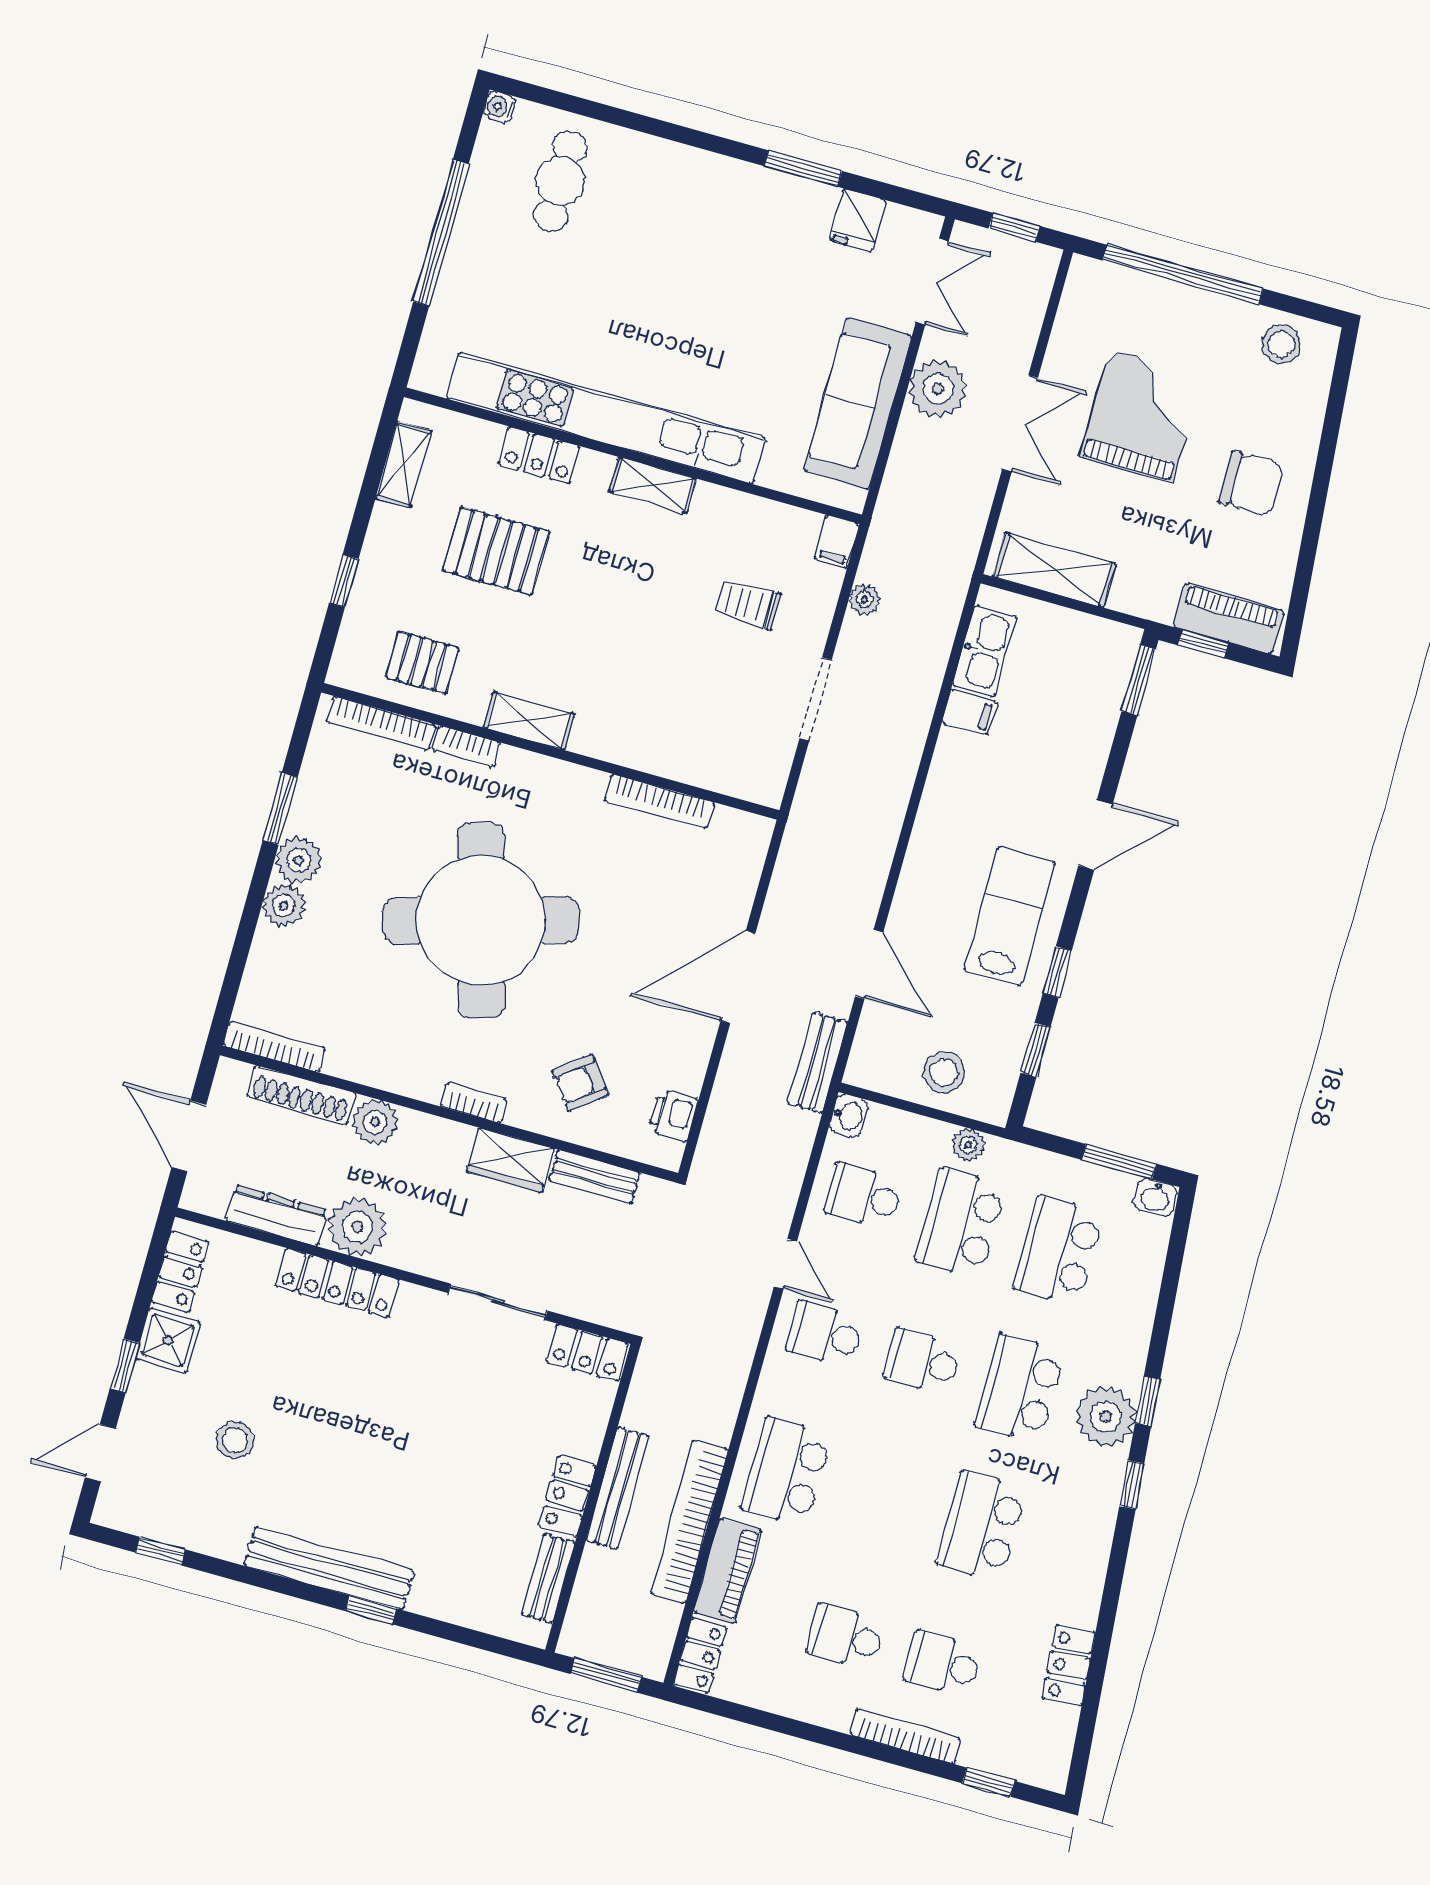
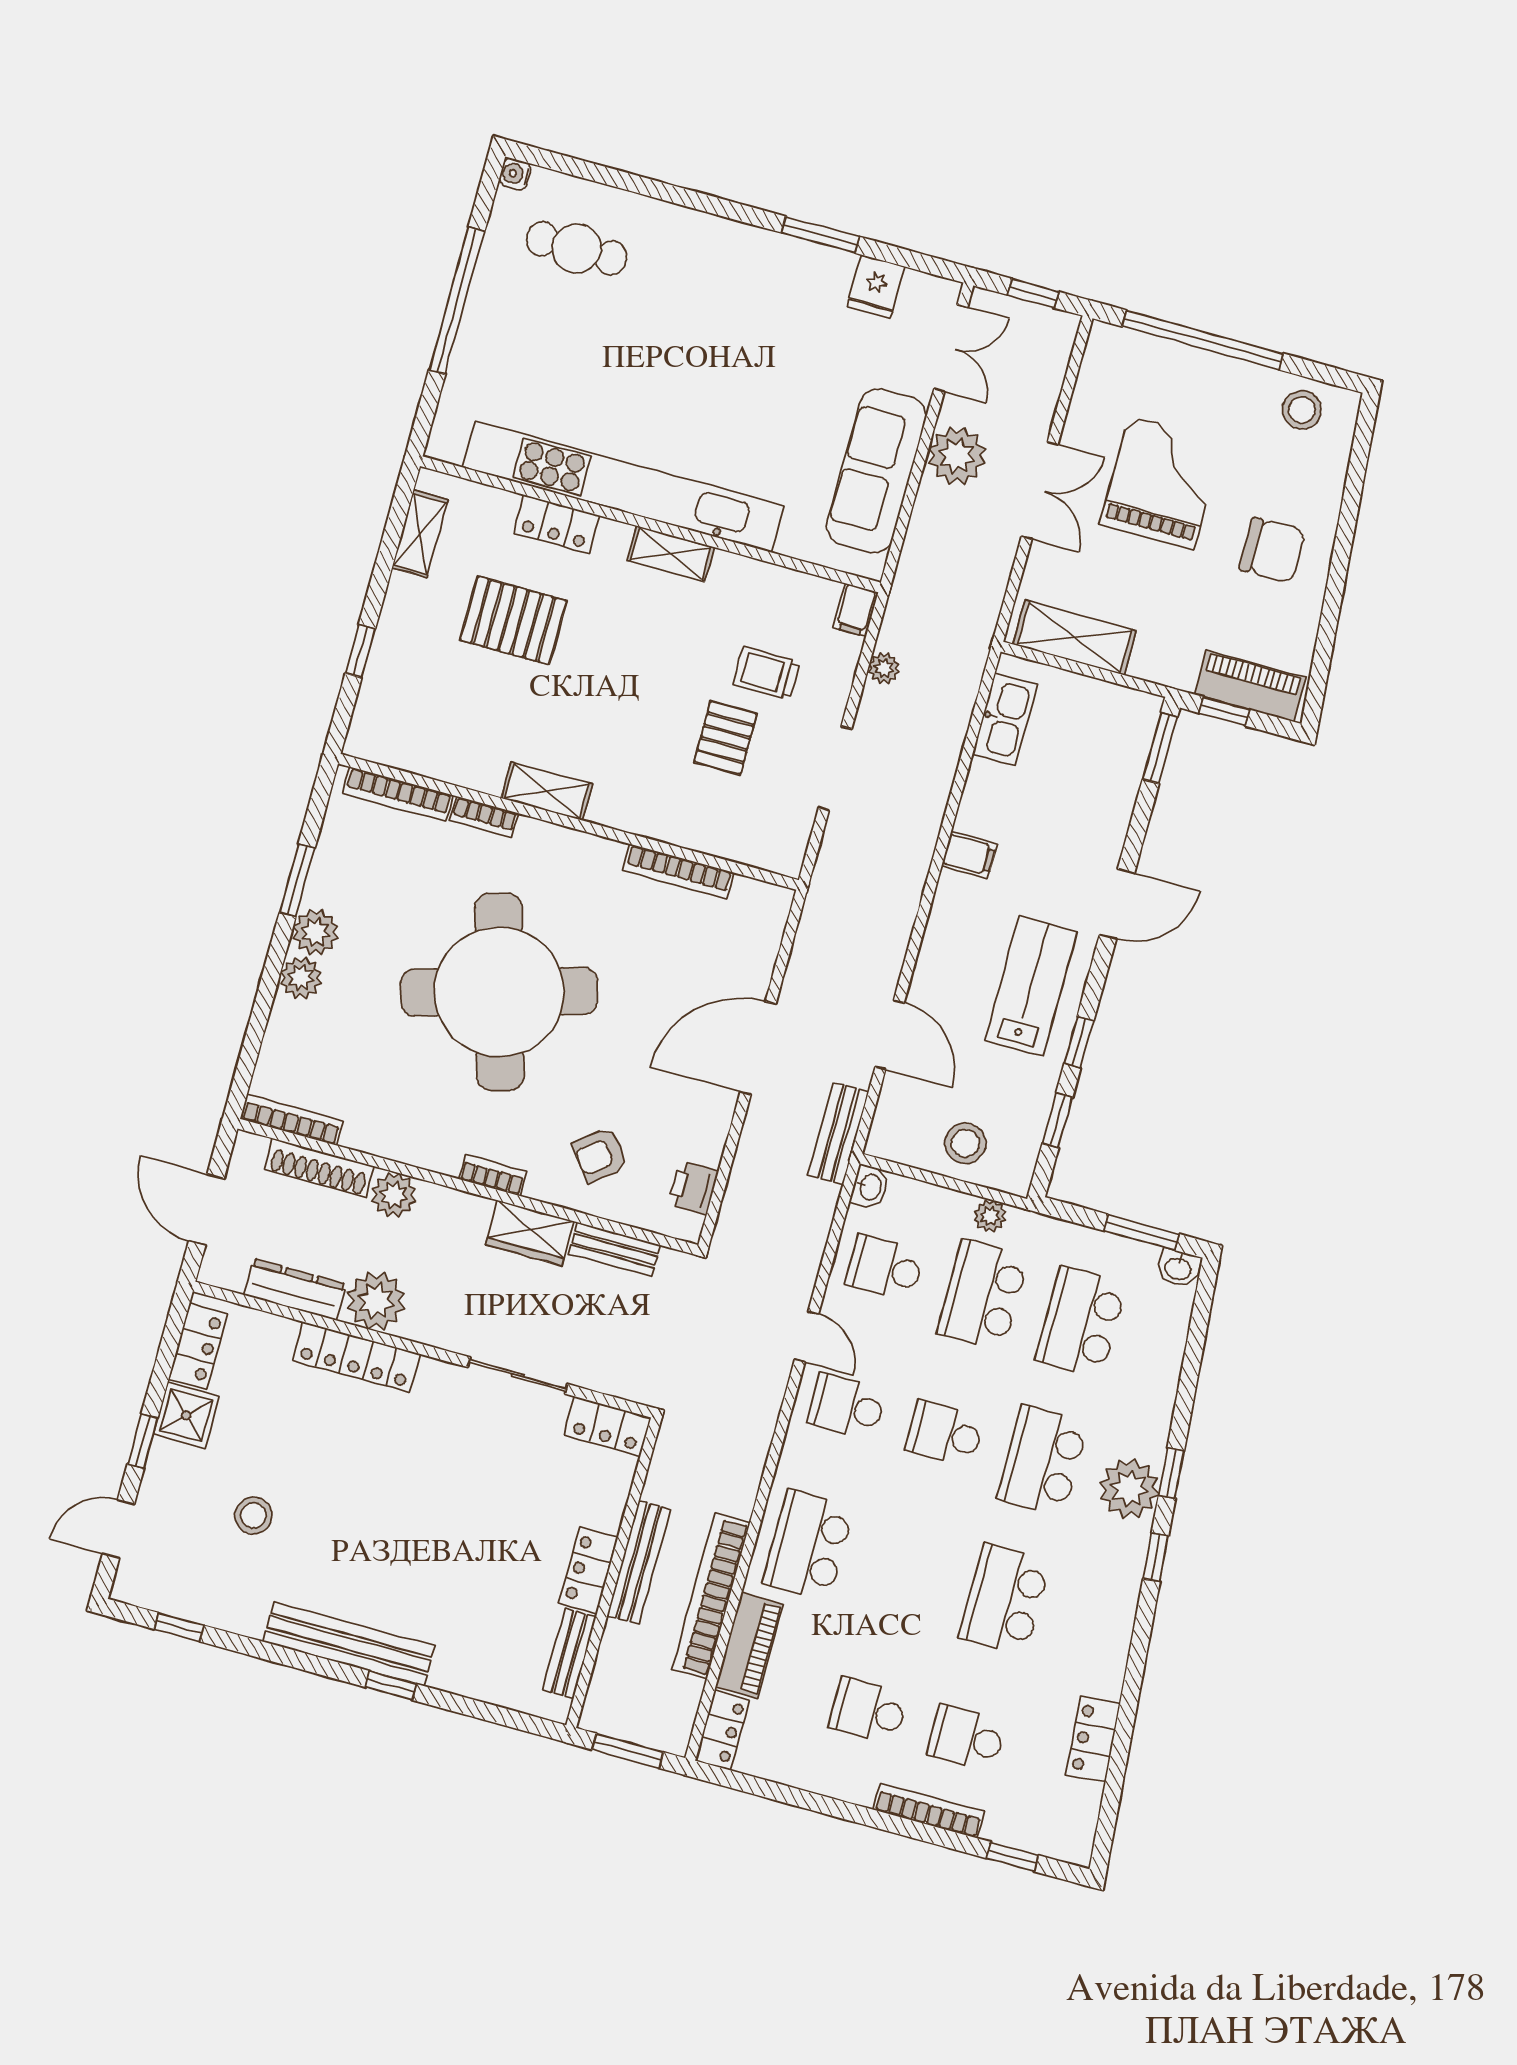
cafe table: (560, 181) -> (576, 248), turned 90
pallet: (422, 663) -> (725, 738), moved, turned 90
filing cabinet: (969, 712) -> (969, 855), moved

